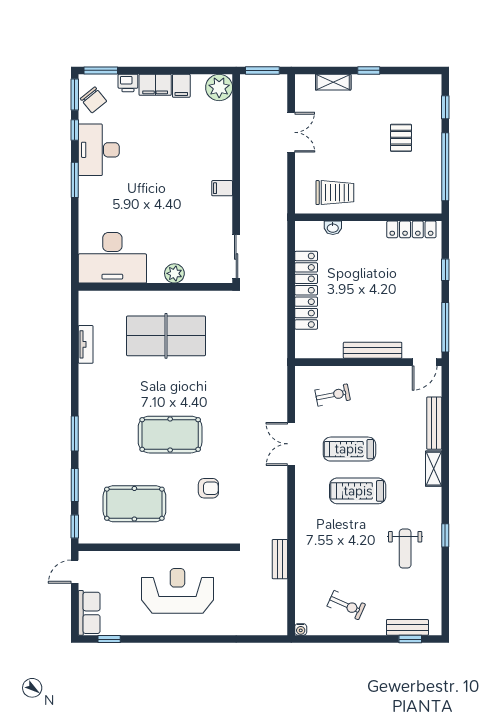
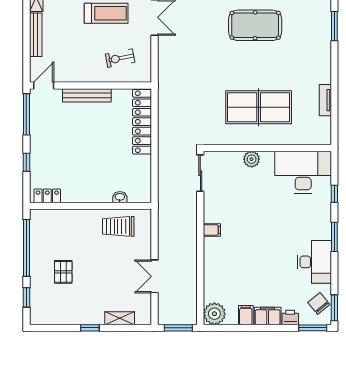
window: (75, 130) -> (334, 194), moved
locker: (411, 229) -> (47, 196), width x0.66
locker: (306, 290) -> (142, 122), moved

